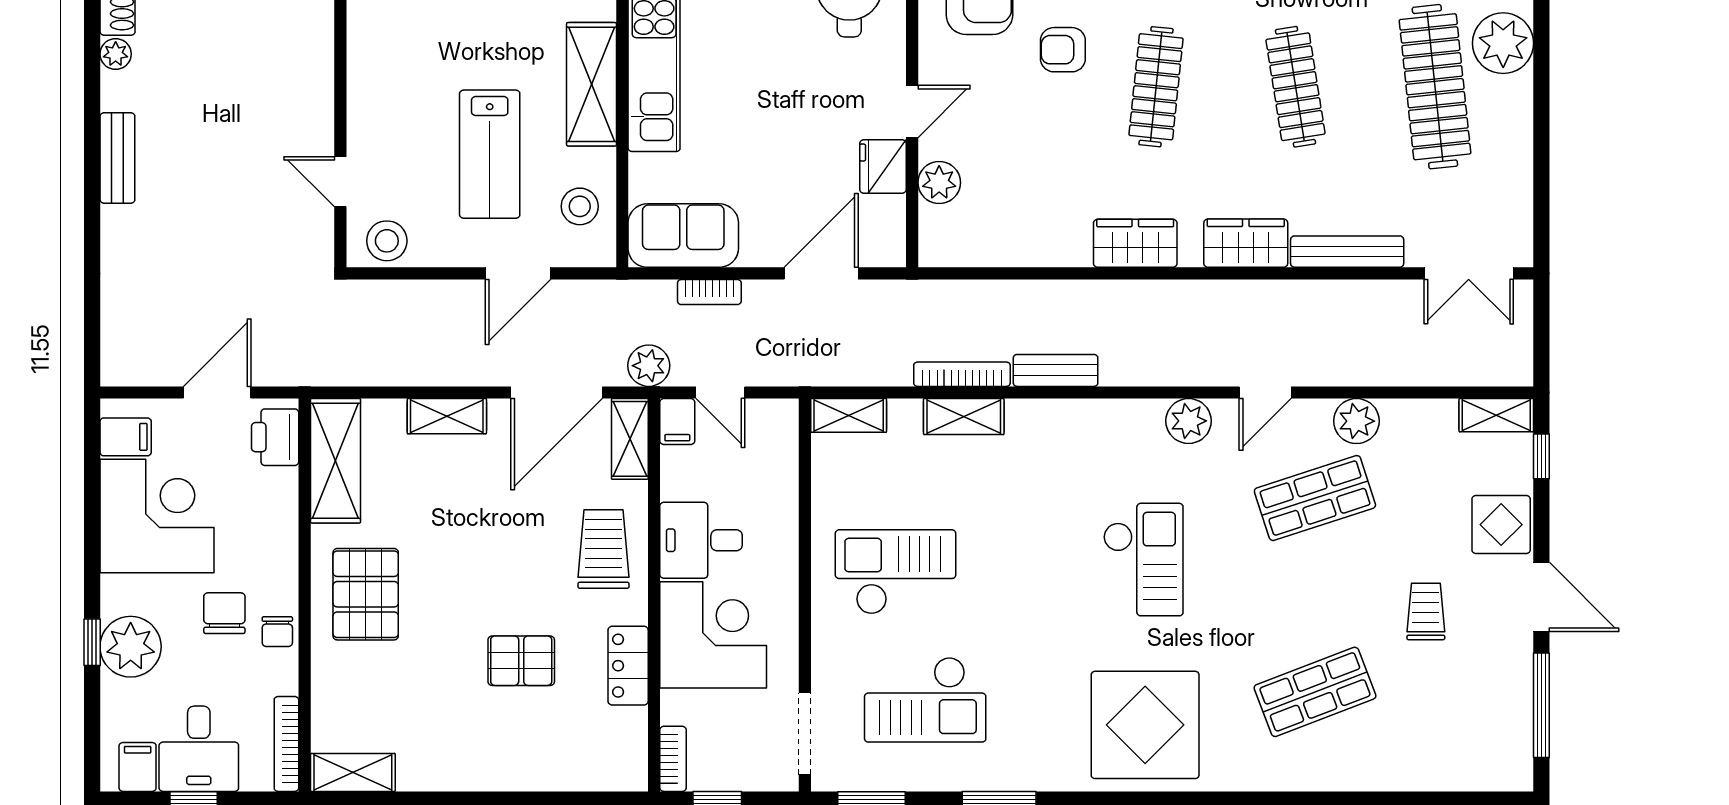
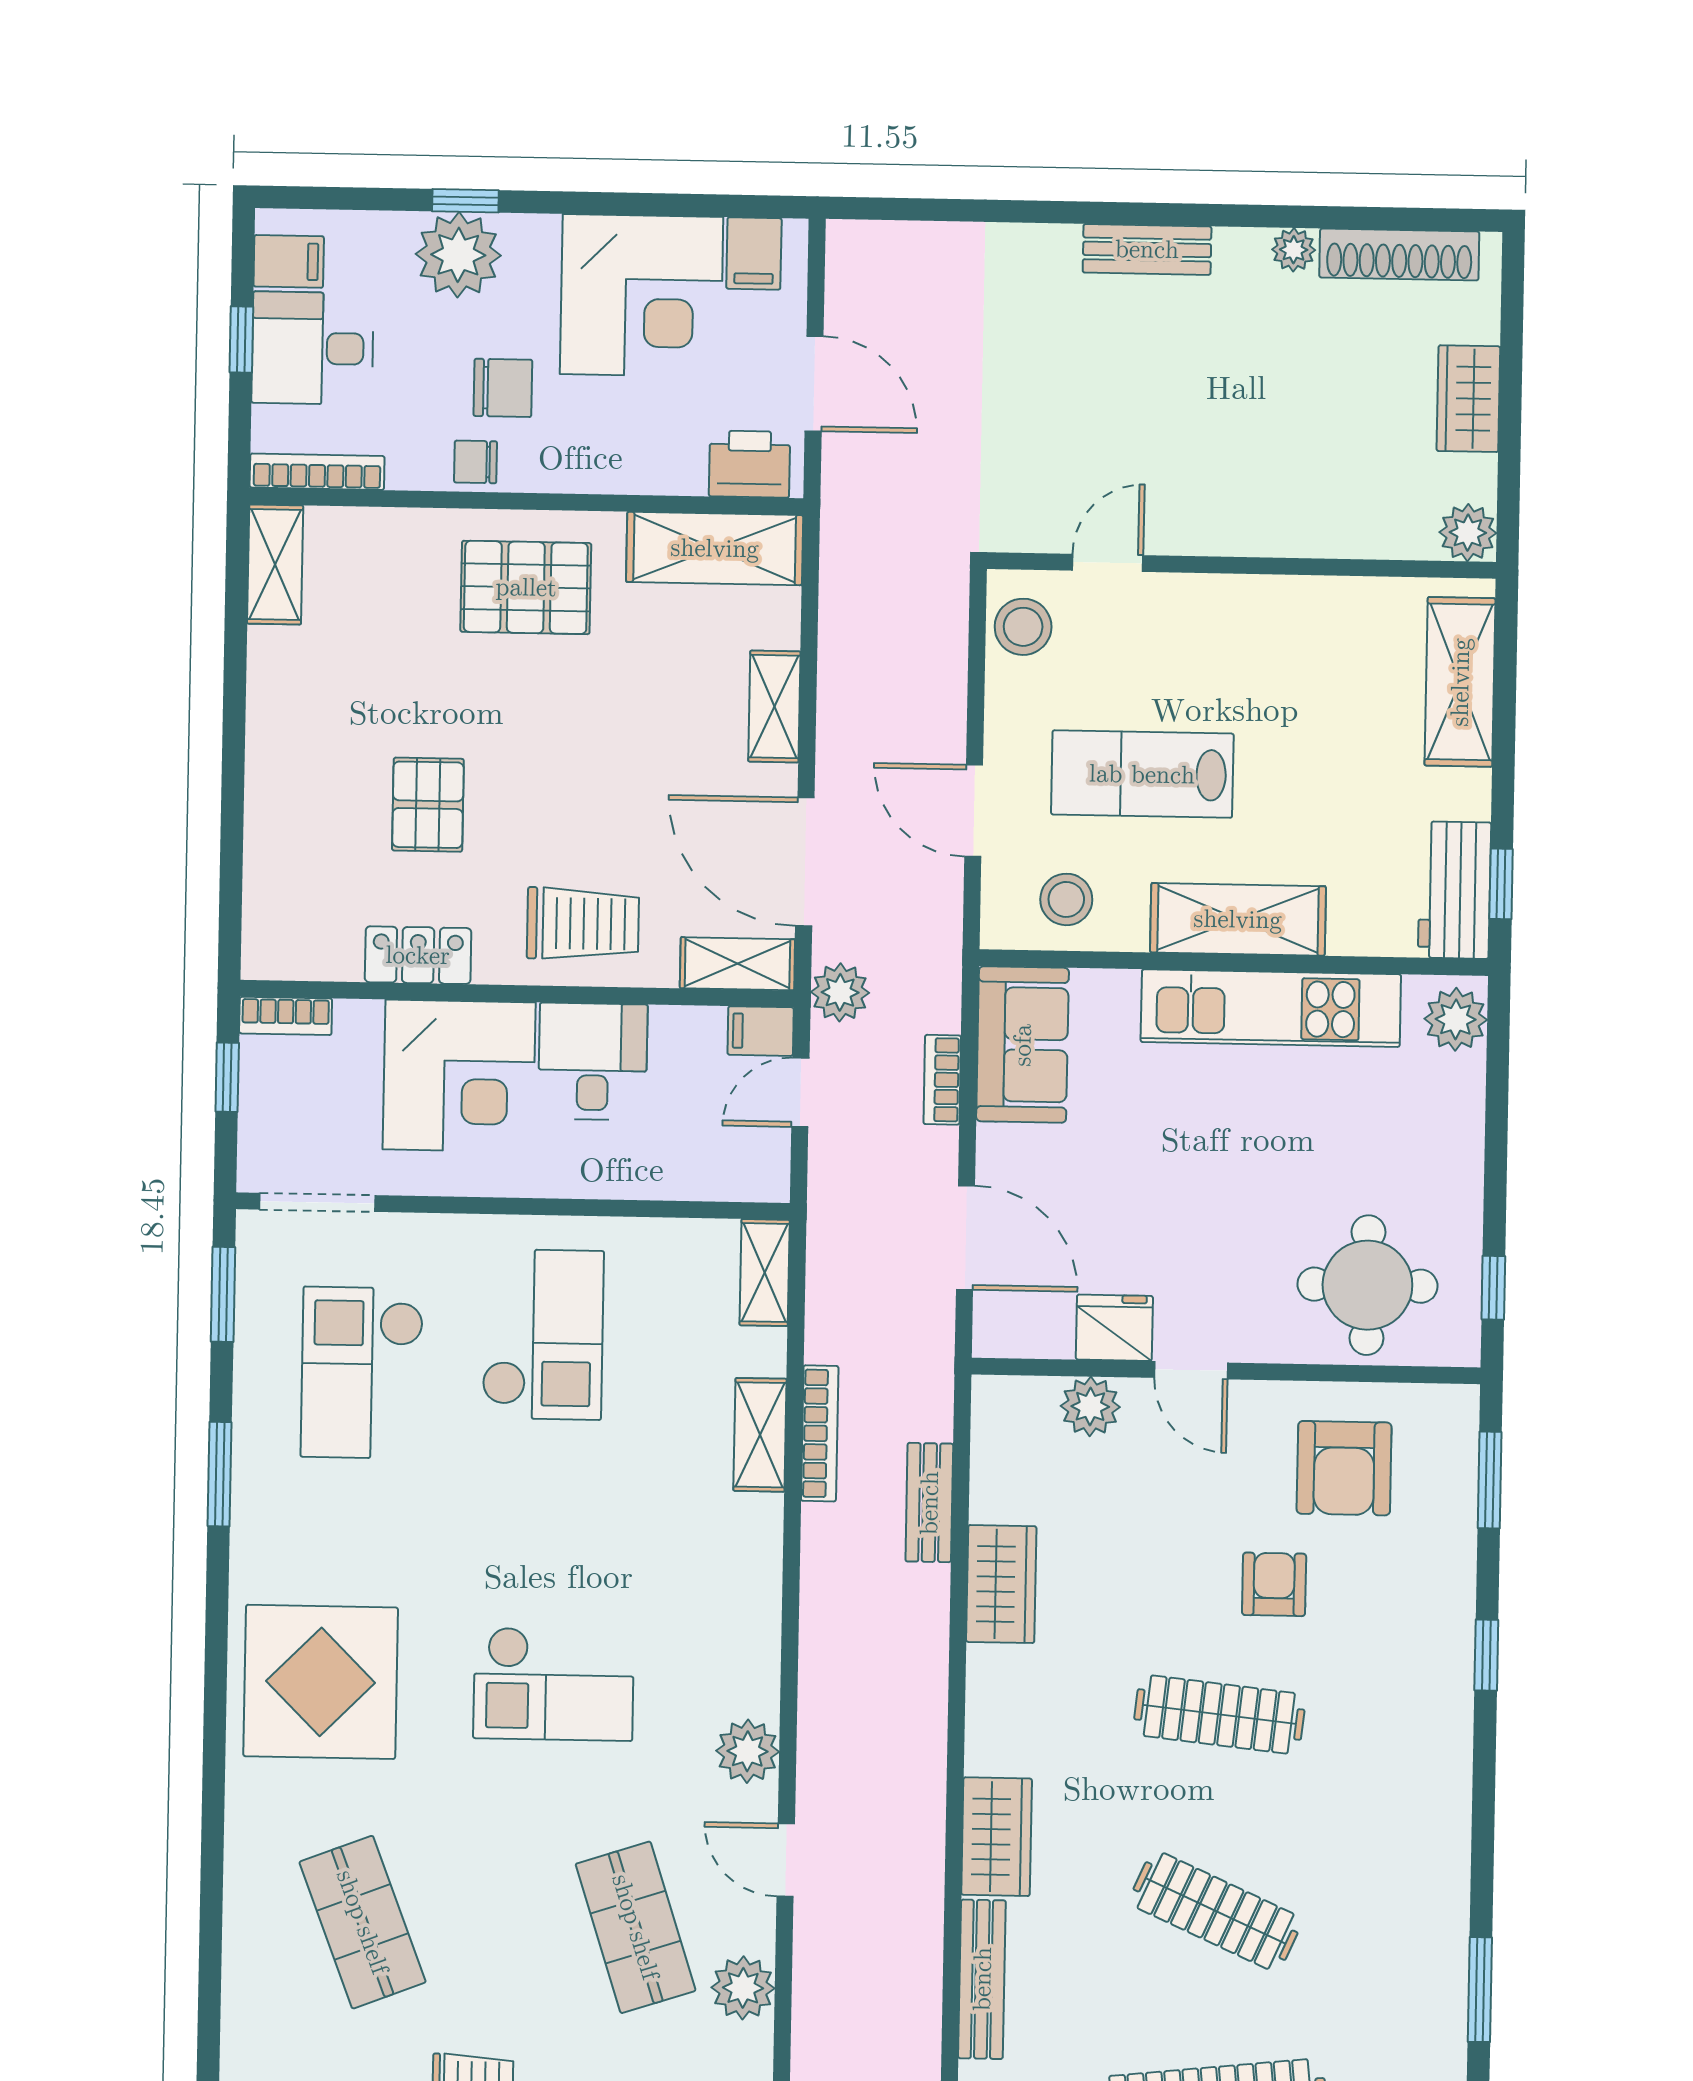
clothes rail: (1295, 87) -> (1216, 1911), turned 33
wardrobe: (1135, 243) -> (1001, 1584), moved
bench: (1056, 370) -> (929, 1503), moved

